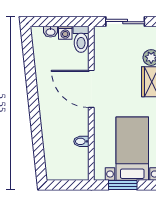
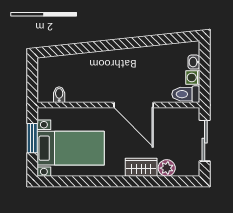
door: (91, 89) -> (134, 105), swing flipped
bidet: (81, 141) -> (59, 95), moved

